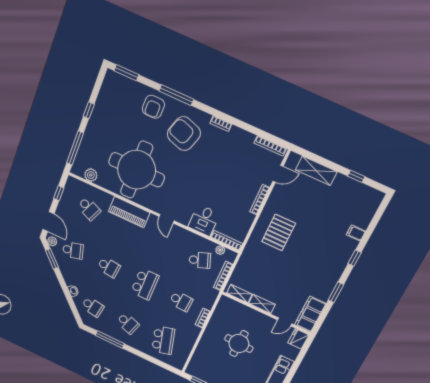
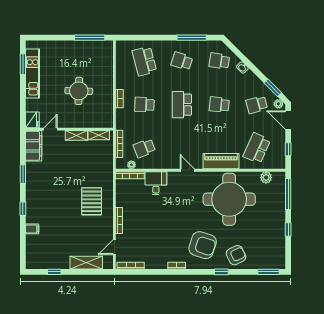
window: (176, 95) -> (221, 272), width x0.46
armchair: (153, 107) -> (236, 255), turned 64
school desk: (89, 209) -> (257, 148), width x1.85

